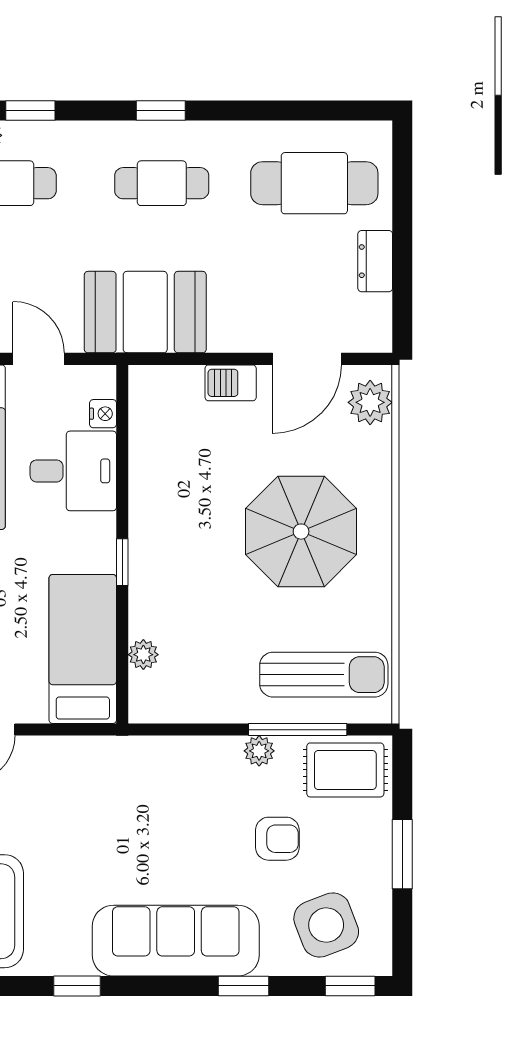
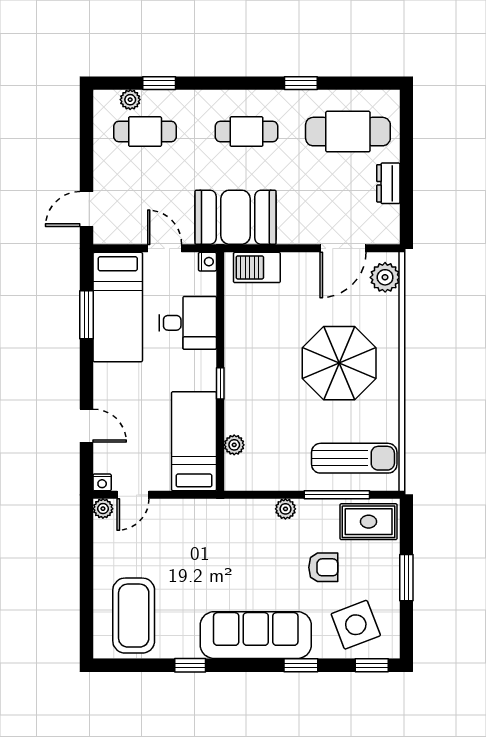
window: (161, 110) -> (301, 83), moved
barbecue: (231, 383) -> (257, 267), moved, width x1.38, depth x1.27
nightstand: (103, 414) -> (207, 262), moved
plant: (259, 751) -> (285, 509), moved

